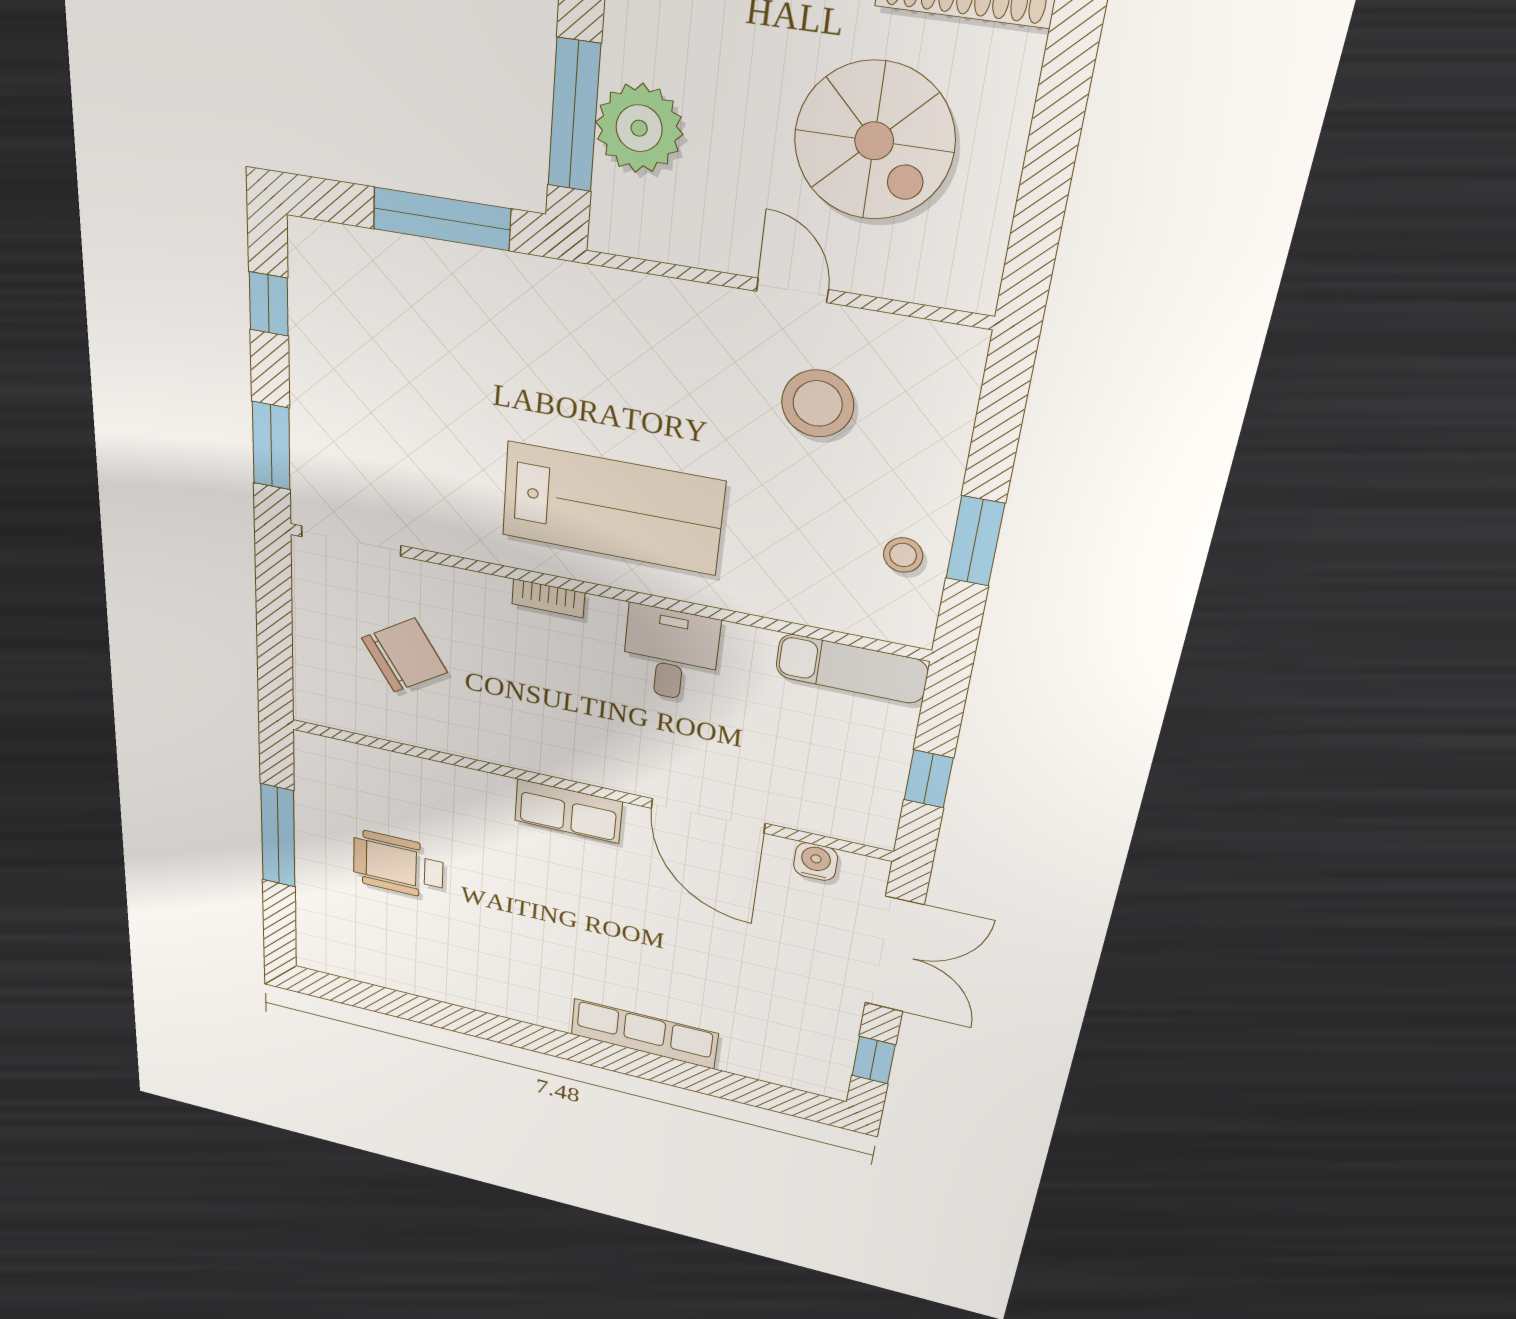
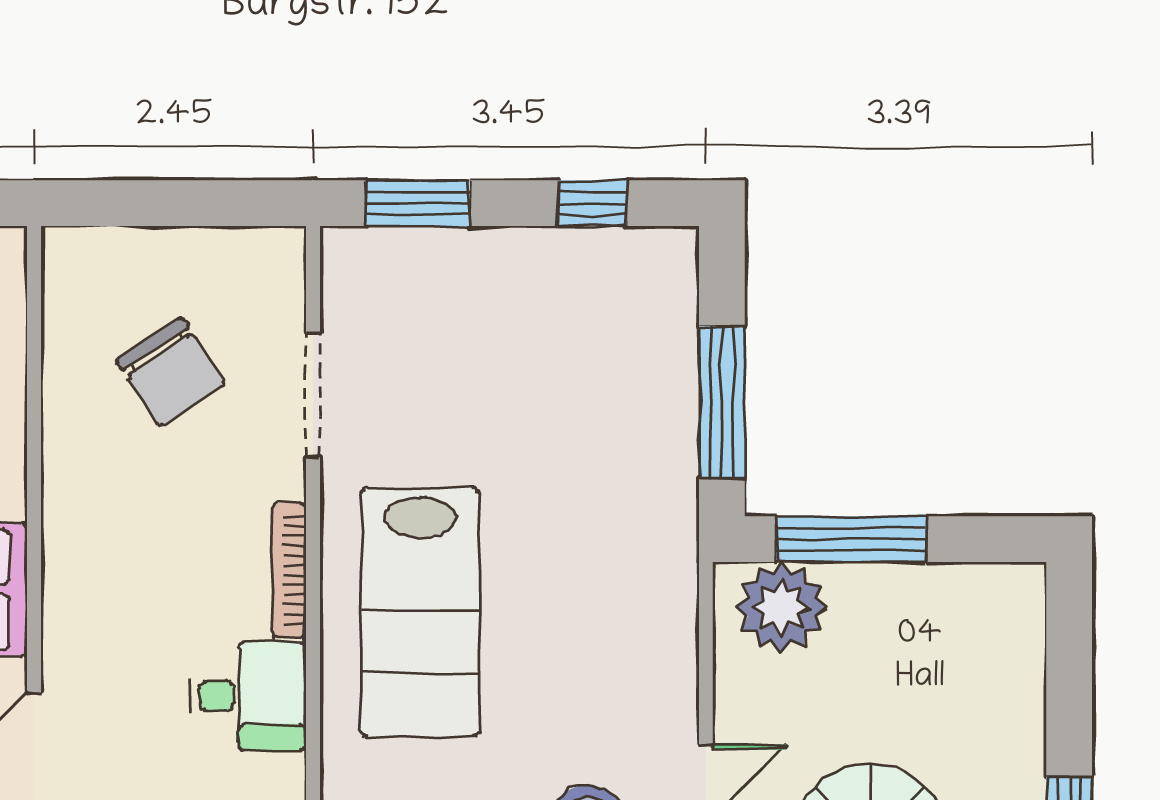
plant: (639, 128) -> (781, 607), moved
doorway: (351, 541) -> (313, 395), moved
bookcase: (548, 598) -> (289, 570), width x1.56

